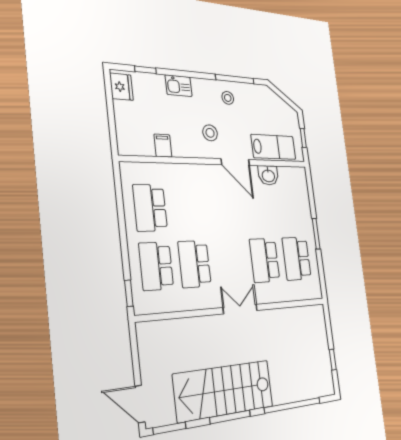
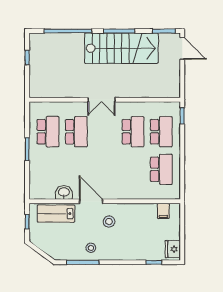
kitchen sink: (179, 86) -> (130, 253), removed
filing cabinet: (163, 146) -> (163, 211), moved

